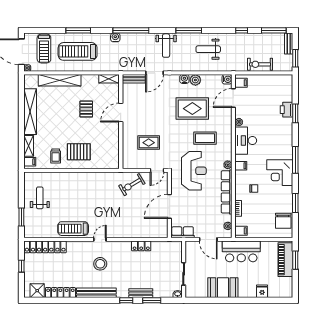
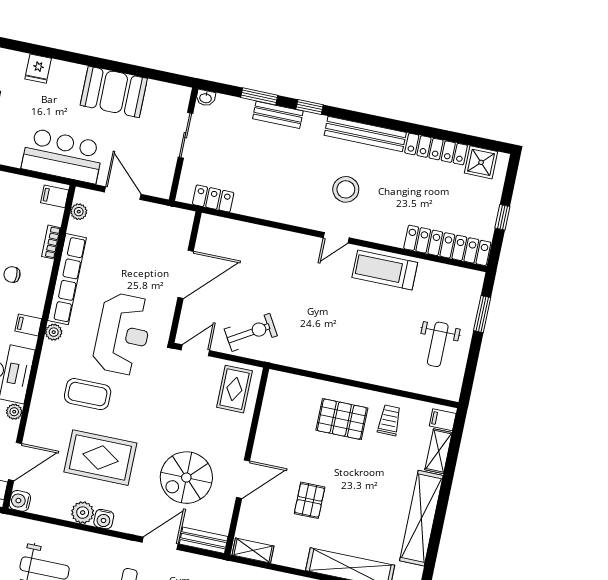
spiral stairs: (148, 108) -> (186, 478), added
rug: (149, 143) -> (234, 389), moved, turned 90
reception desk: (194, 171) -> (123, 334), turned 180
treadmill: (73, 229) -> (385, 270), turned 180
row of seats: (183, 232) -> (170, 218), removed
locker: (141, 246) -> (213, 198), moved

